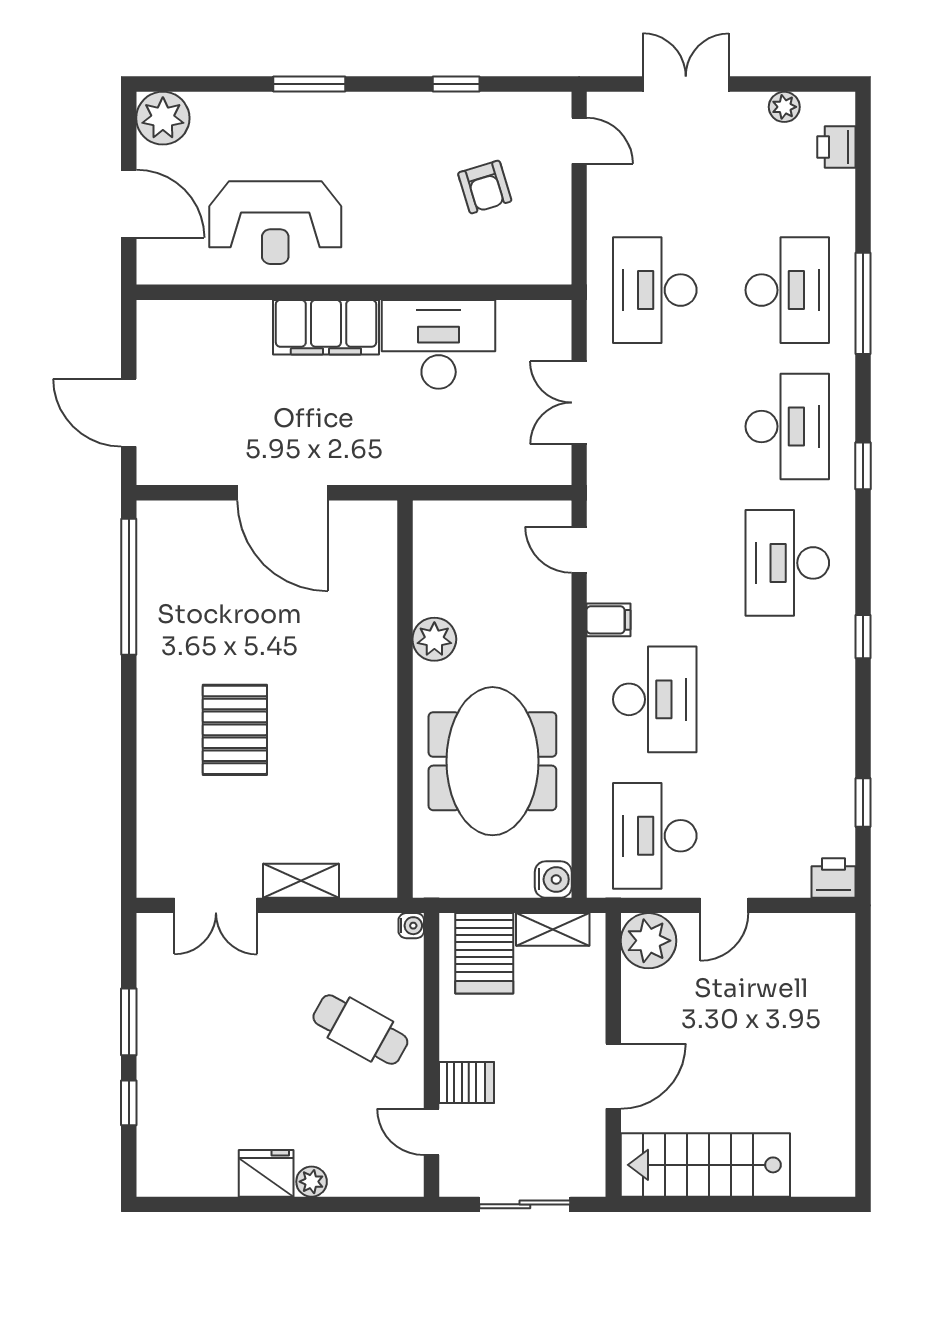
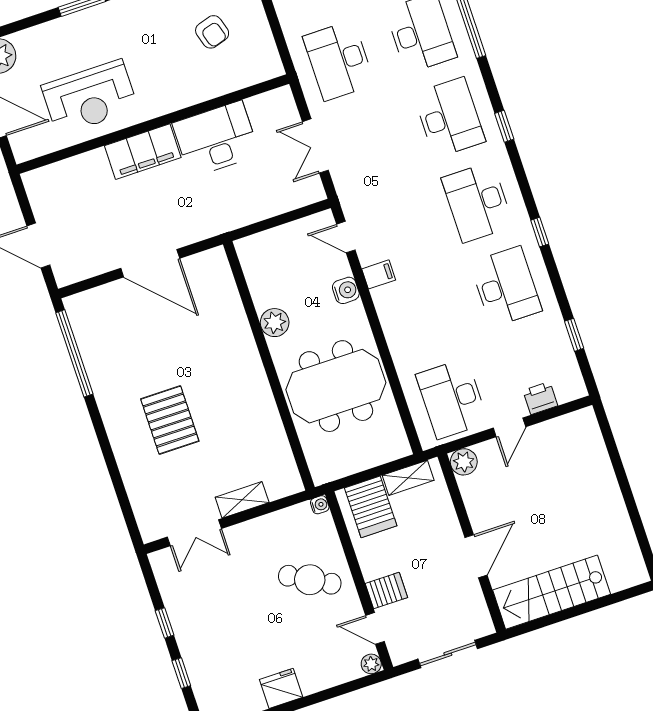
desk: (655, 699) -> (506, 287), moved
meeting table: (492, 761) -> (336, 386), turned 90
printer: (834, 878) -> (540, 398), moved
water cooler: (553, 879) -> (346, 290), moved
plant: (649, 941) -> (464, 462), width x0.73, depth x0.73
window: (129, 1022) -> (165, 623), width x0.67
plant: (312, 1182) -> (371, 664), moved

